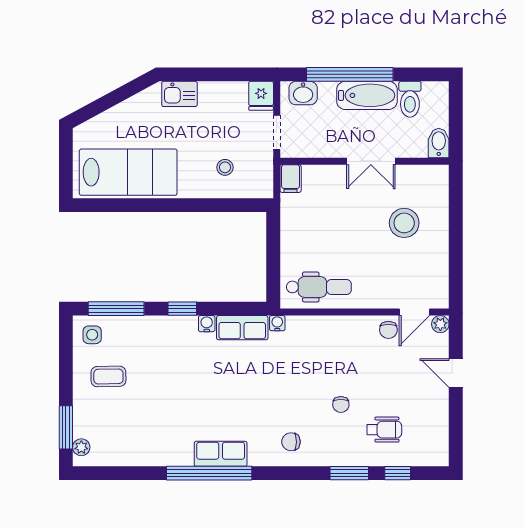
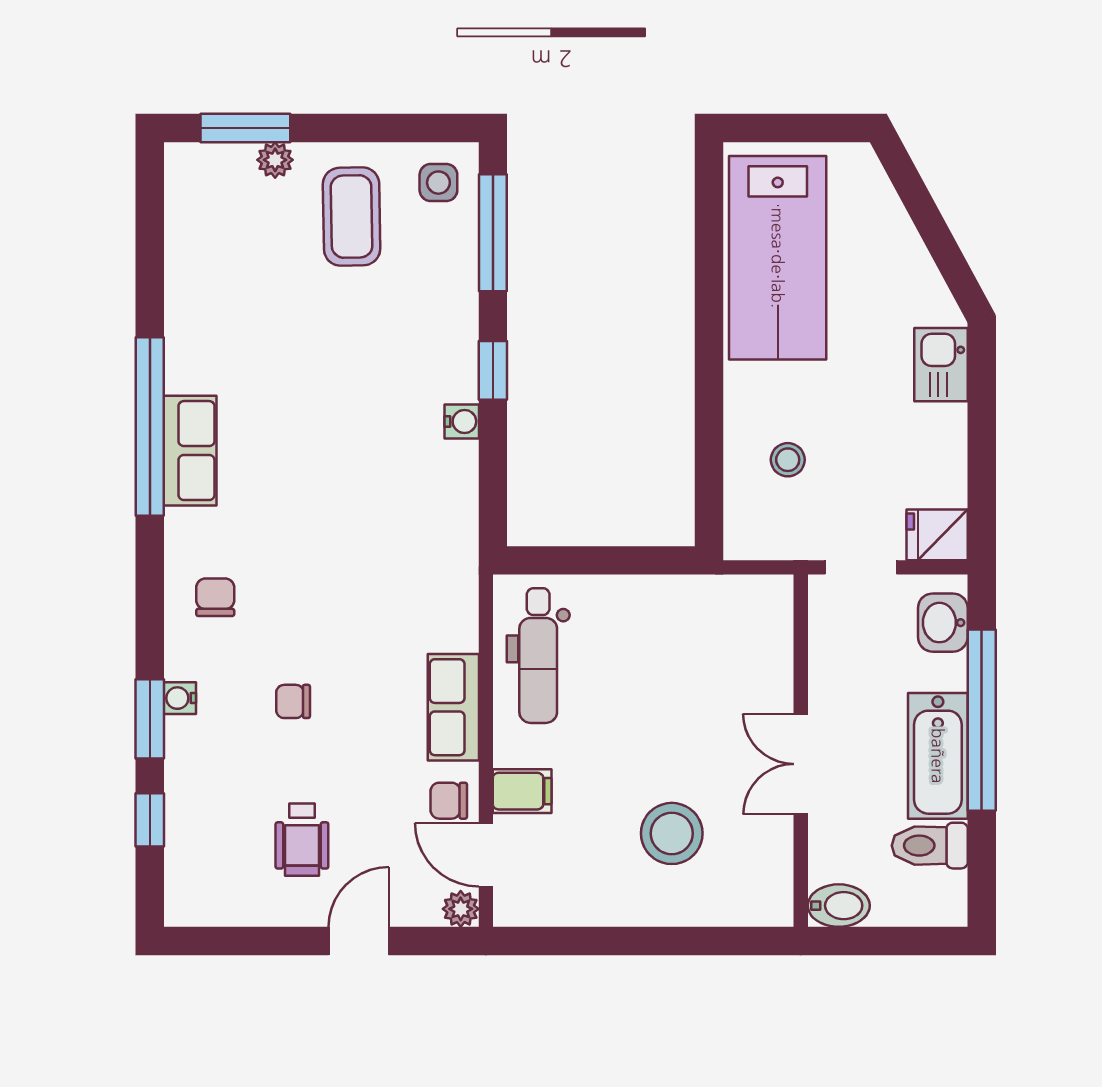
filing cabinet: (291, 179) -> (522, 791), moved, turned 180
water cooler: (277, 323) -> (180, 698), moved, turned 180
row of seats: (242, 328) -> (453, 707), moved
coffee table: (108, 376) -> (352, 217), width x1.36, depth x1.30
wheelchair: (384, 430) -> (302, 840), moved
plant: (81, 447) -> (275, 160), moved

